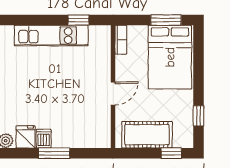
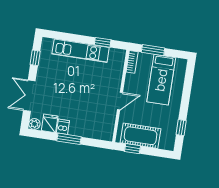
window: (166, 20) -> (153, 50), moved
bed: (170, 57) -> (161, 80), width x0.67
window: (171, 153) -> (132, 149), moved

